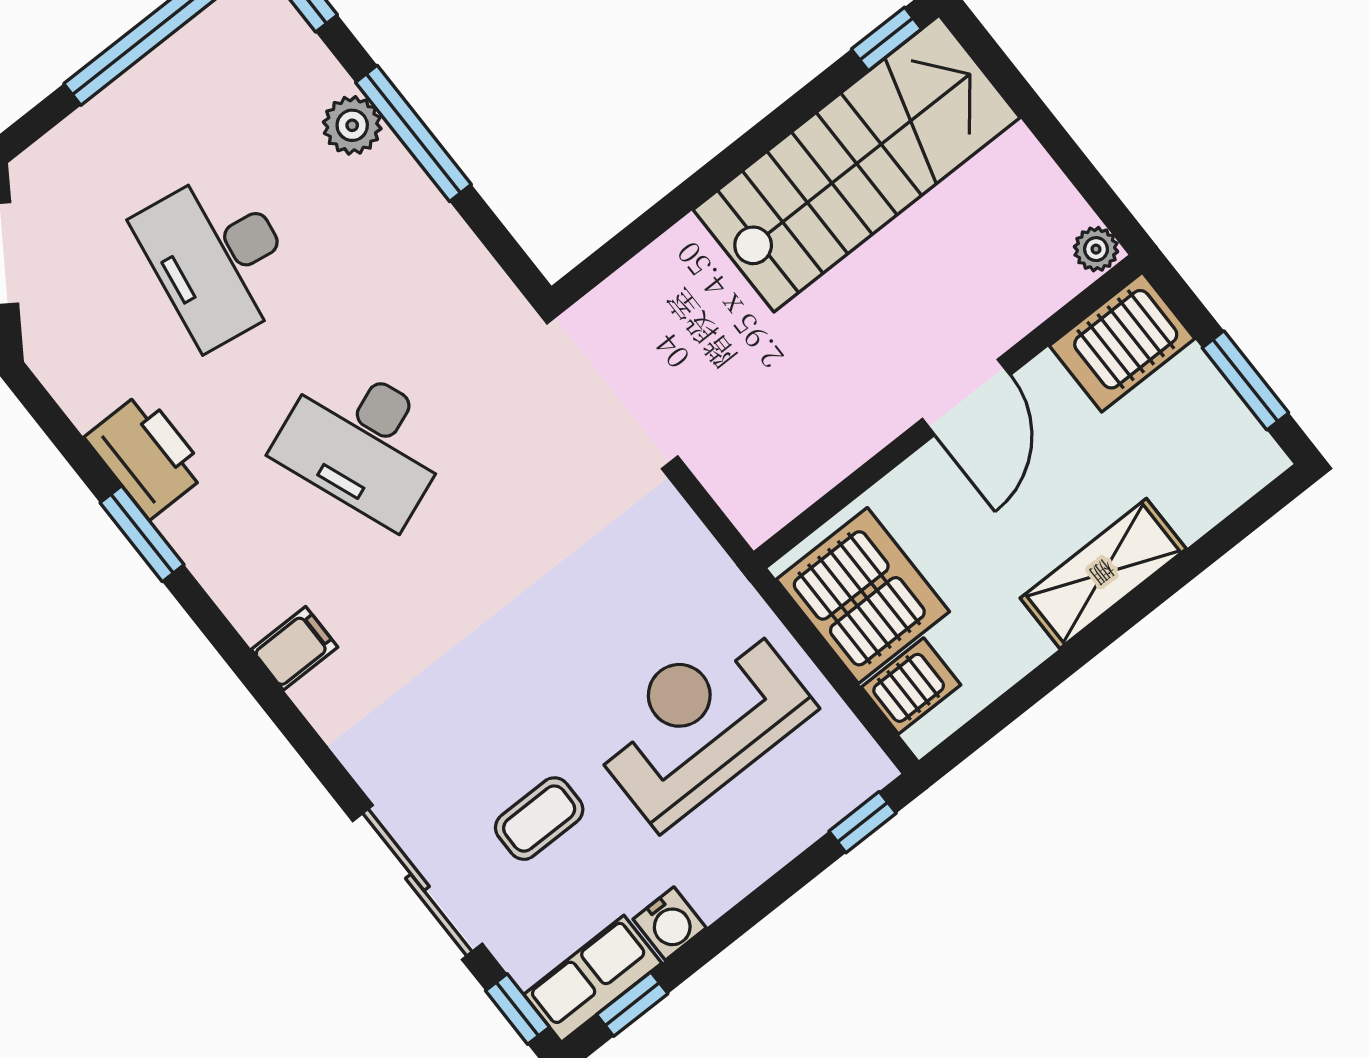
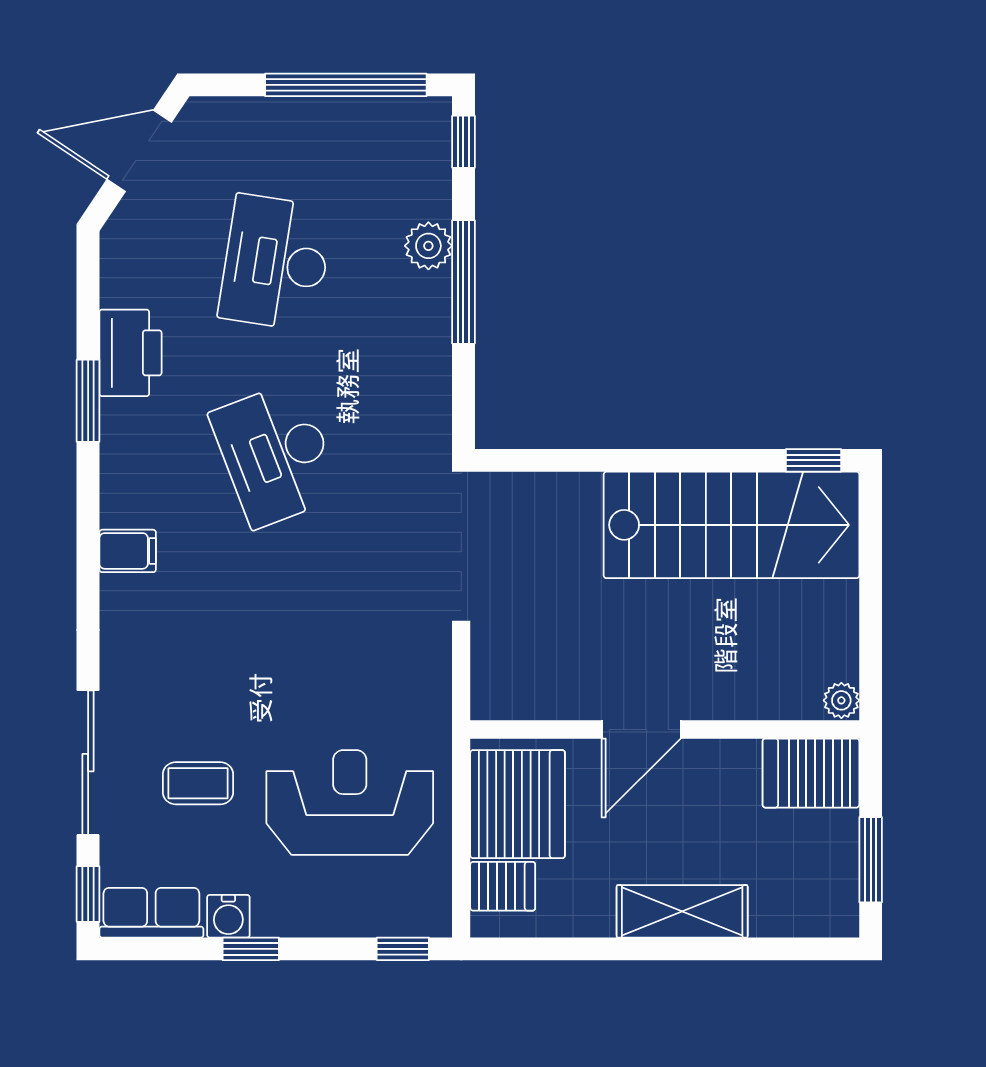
door: (966, 397) -> (641, 729), moved
window: (632, 1004) -> (251, 949), moved

